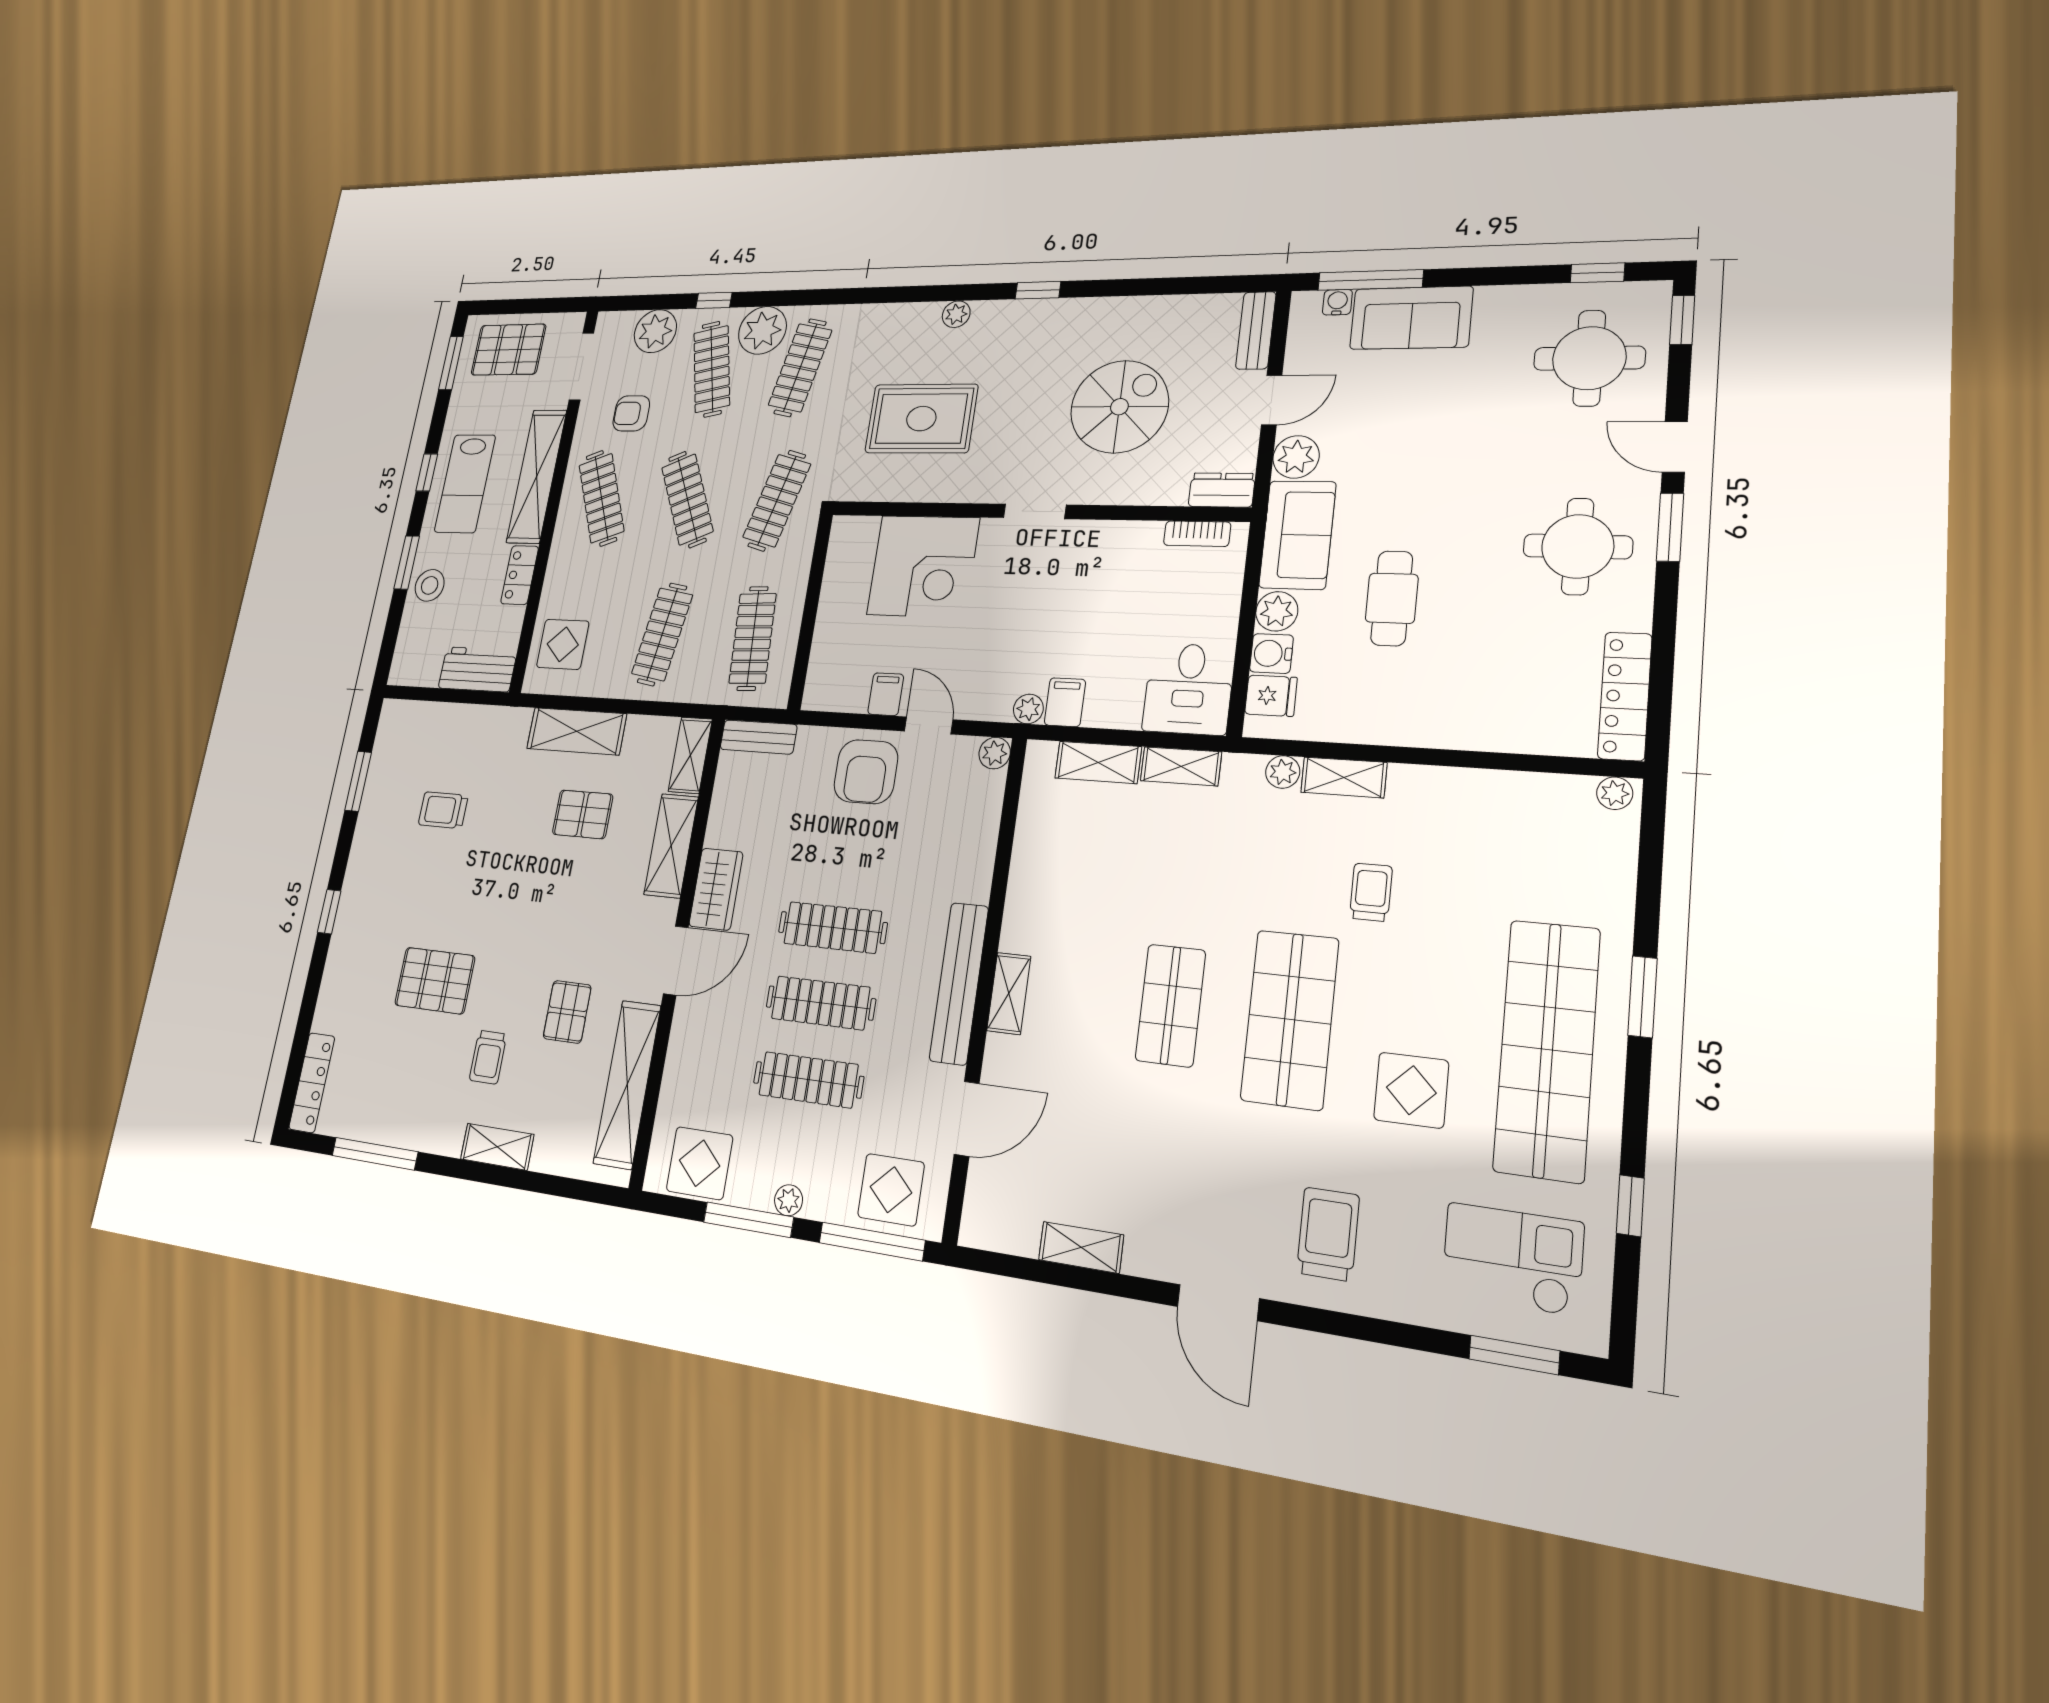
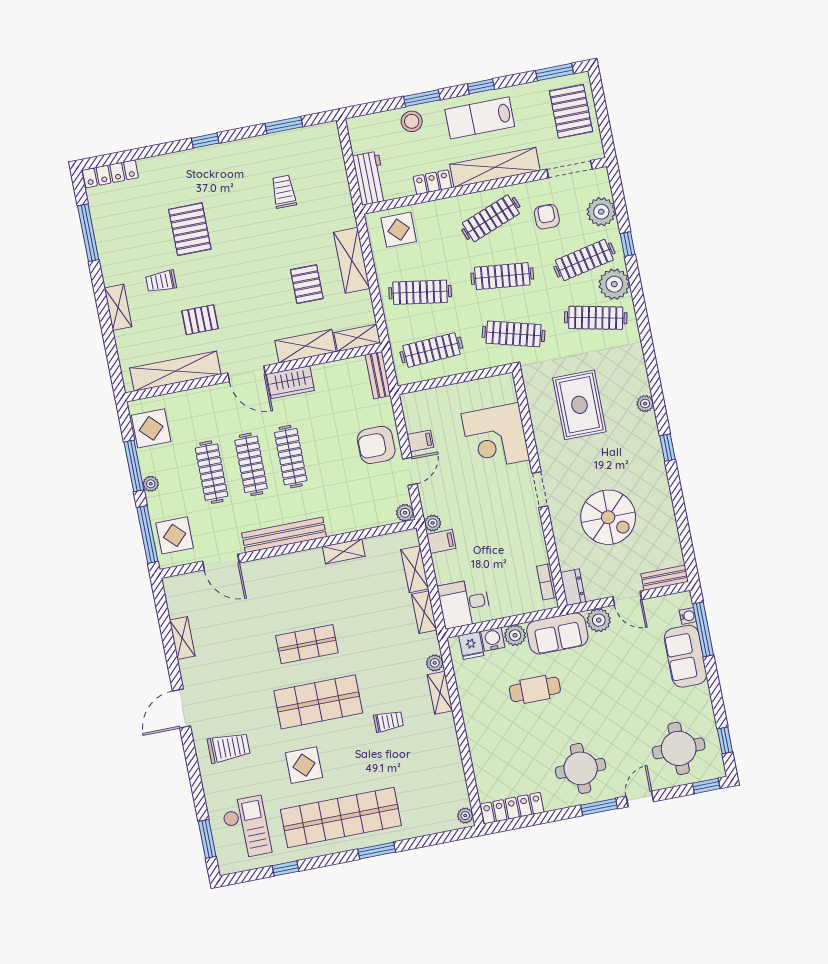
clothes rail: (687, 499) -> (502, 276), turned 30
shelving: (1009, 993) -> (344, 551), moved

